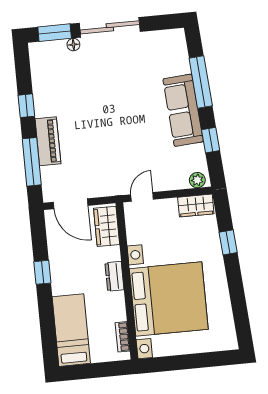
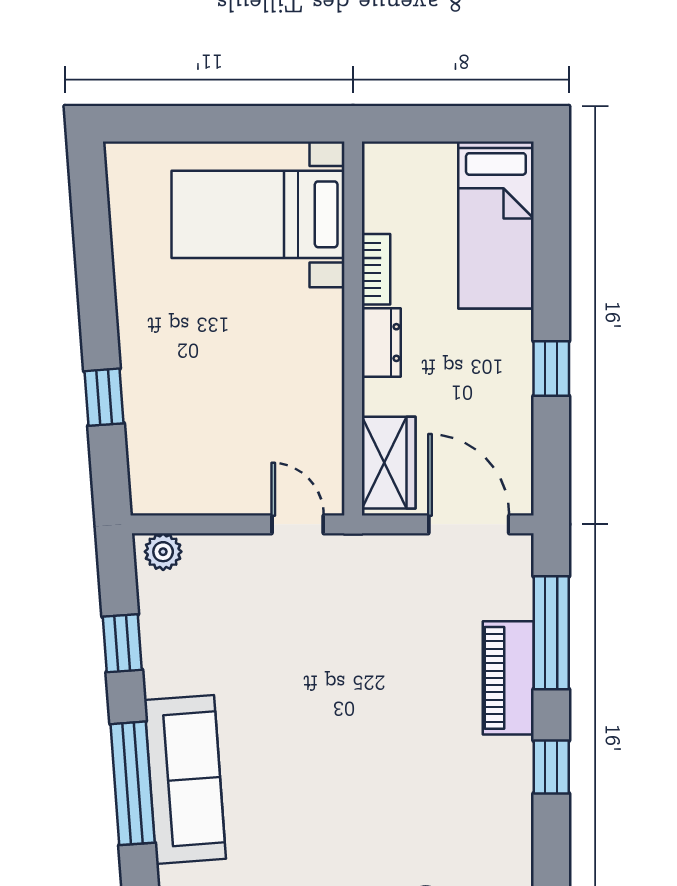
sofa: (183, 110) -> (185, 779), moved
door: (142, 197) -> (298, 524), swing flipped
wardrobe: (196, 206) -> (172, 492), removed
bed with nightstands: (169, 299) -> (258, 214), width x0.54
bookcase: (123, 337) -> (376, 269), moved

